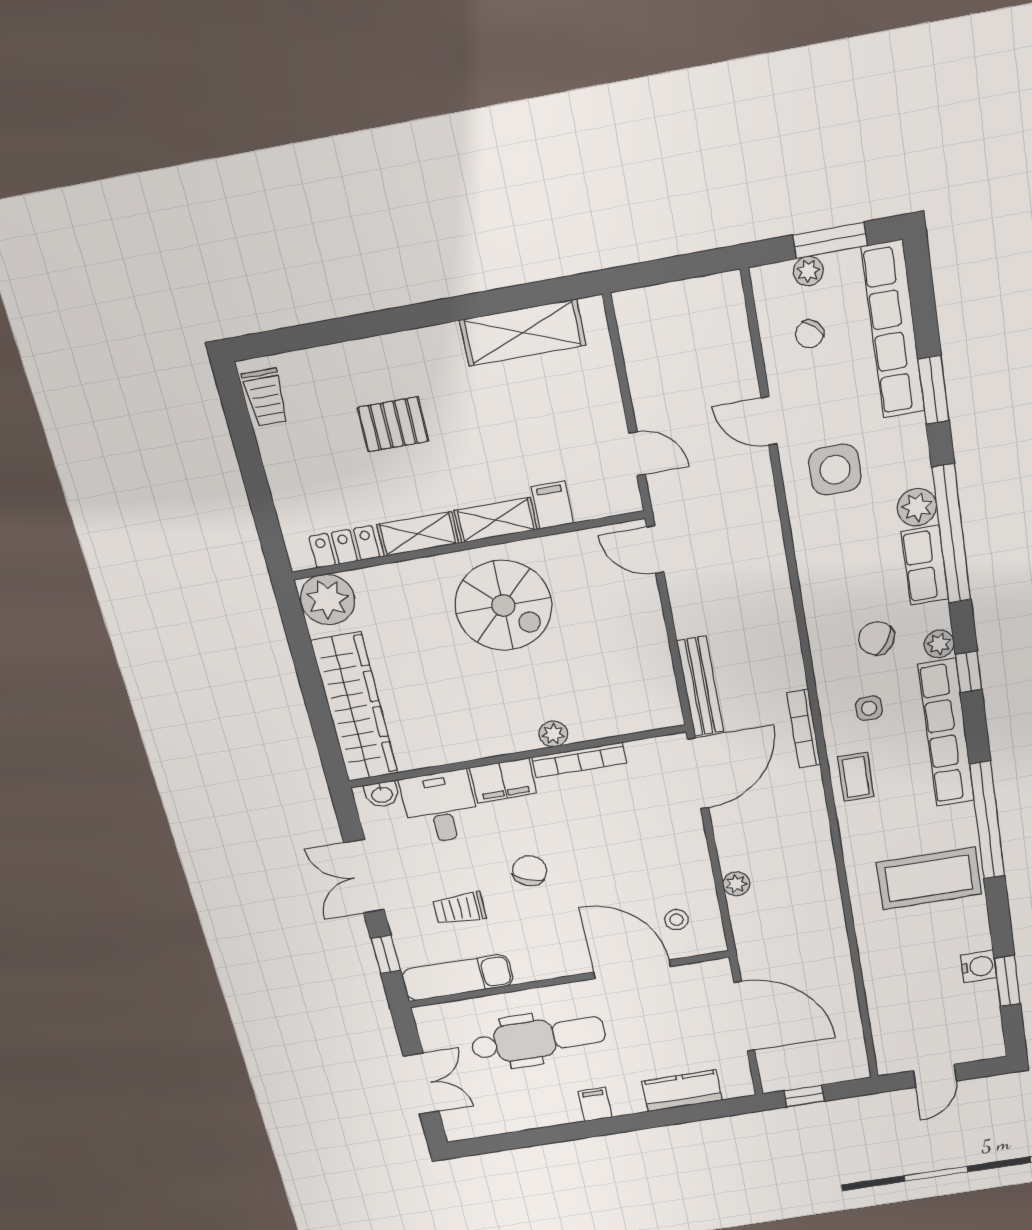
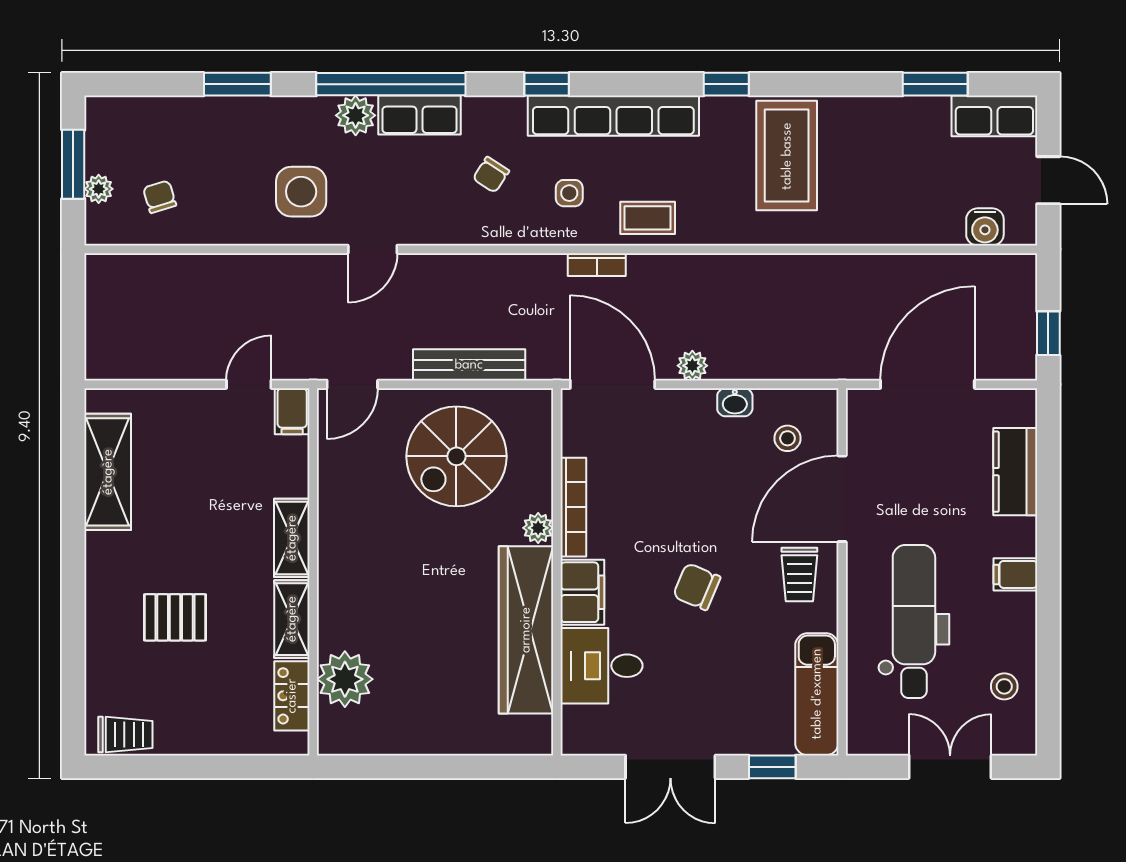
row of seats: (893, 330) -> (994, 116), moved, width x0.50
chair: (810, 334) -> (160, 197), turned -152
door: (769, 421) -> (373, 249), moved
pallet: (393, 424) -> (175, 617), turned 90
filing cabinet: (552, 505) -> (292, 411), moved, turned -90
plant: (328, 600) -> (345, 679), moved
spiral stairs: (503, 606) -> (456, 456), moved, turned 180
chair: (876, 638) -> (491, 175), width x0.73, depth x0.73
plant: (939, 644) -> (509, 111), removed
bench: (700, 686) -> (469, 365), moved
wardrobe: (355, 708) -> (526, 630), moved, turned -90
bookcase: (804, 729) -> (597, 265), width x0.64
washbasin: (382, 794) -> (735, 402), moved, turned 90
window: (987, 820) -> (726, 84), width x0.32
plant: (736, 884) -> (692, 366), moved
trolley: (459, 909) -> (799, 575), moved
water cooler: (978, 966) -> (985, 227), moved, turned 180
stool: (499, 1111) -> (1004, 686), added

